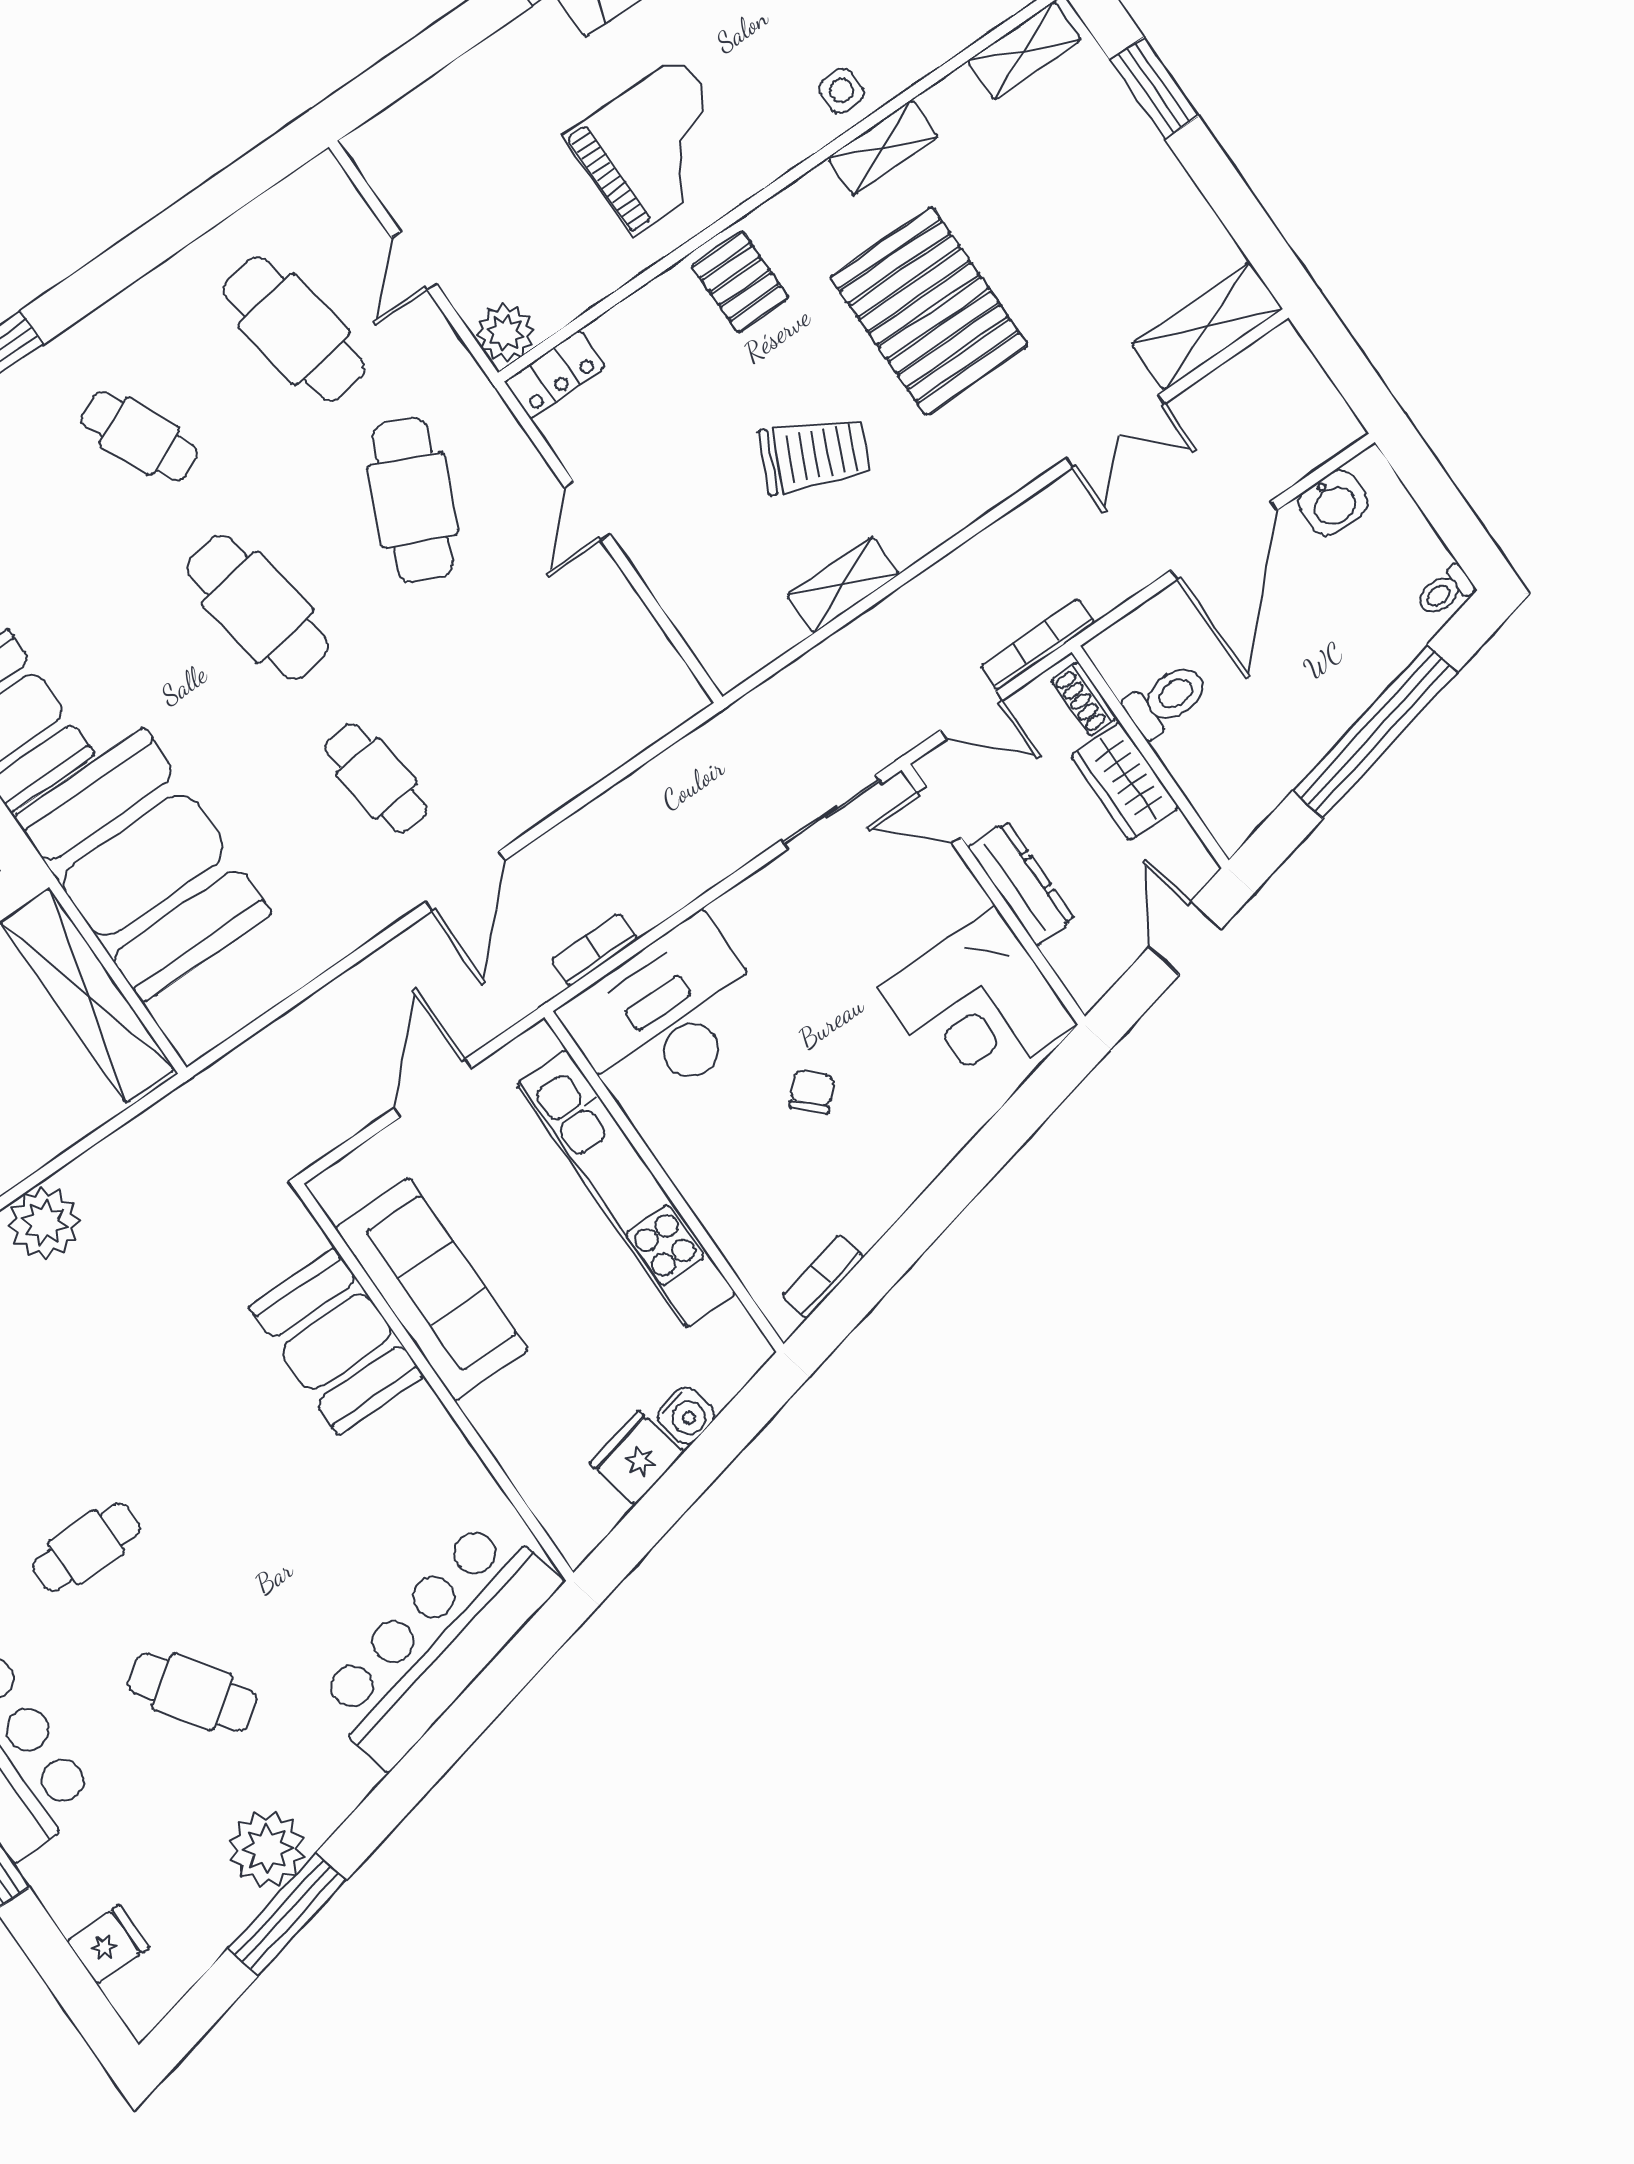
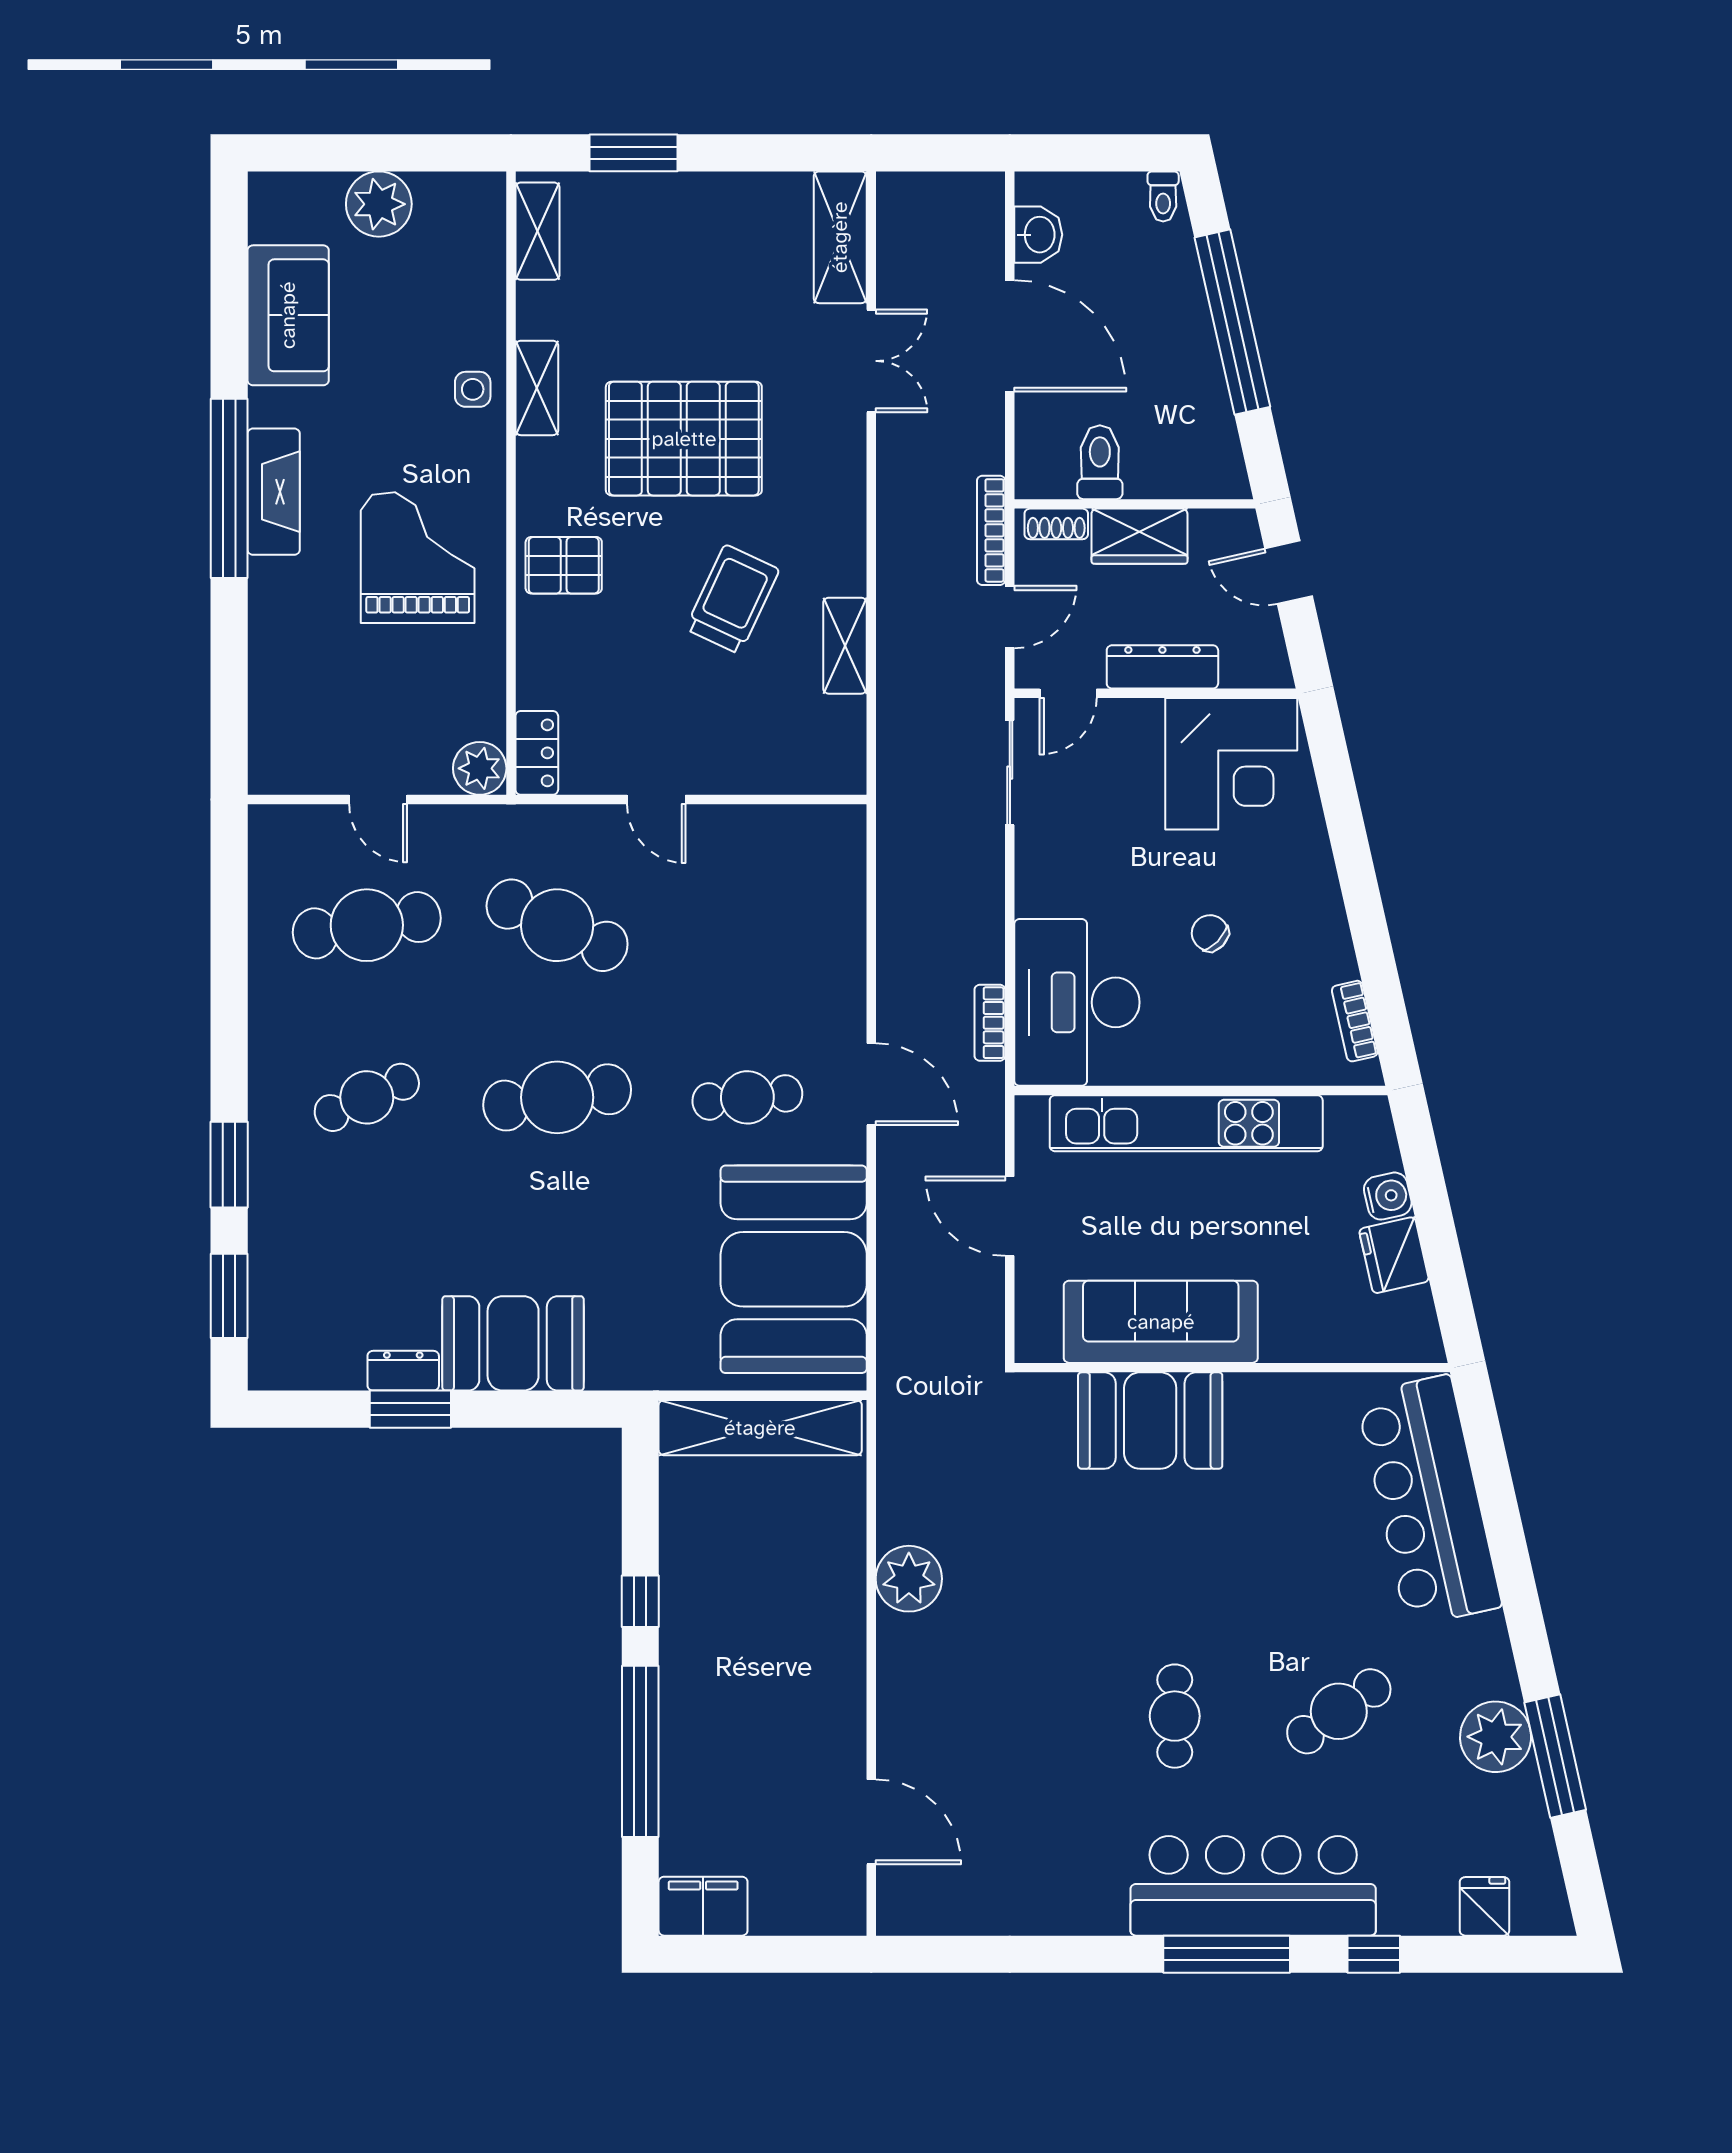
booth: (143, 865) -> (794, 1269), moved, turned 90

